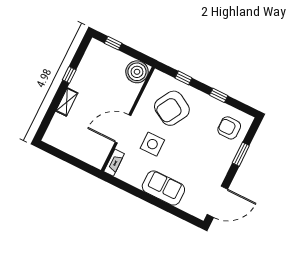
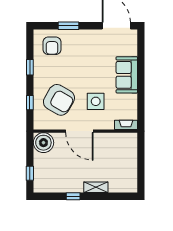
door: (123, 129) -> (79, 131), moved

